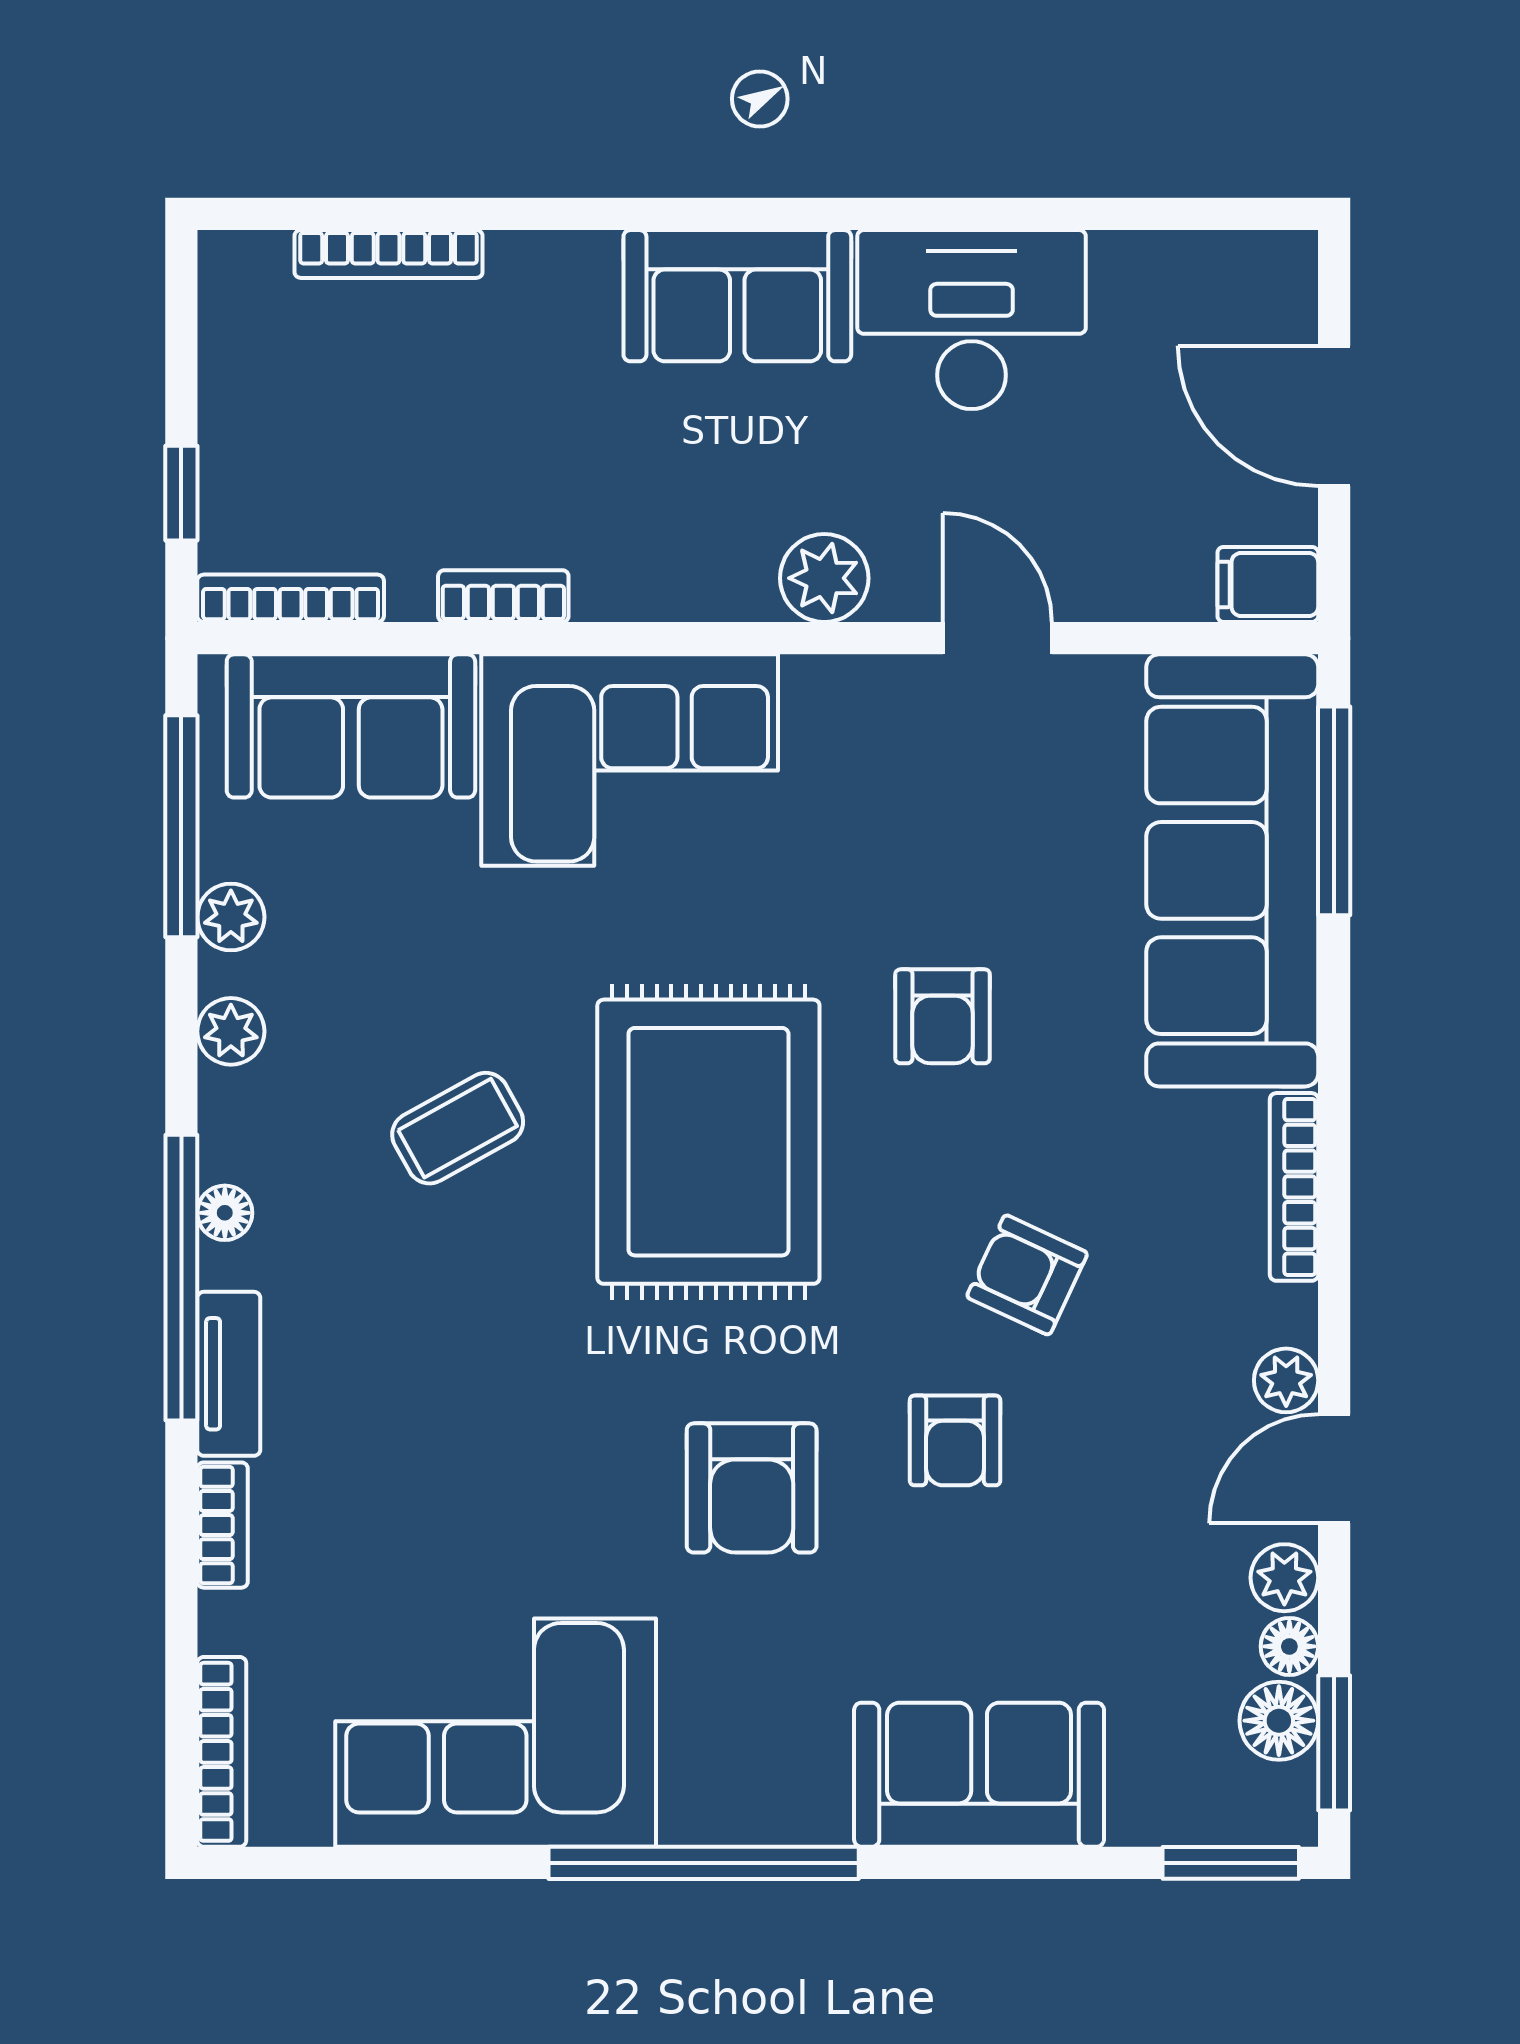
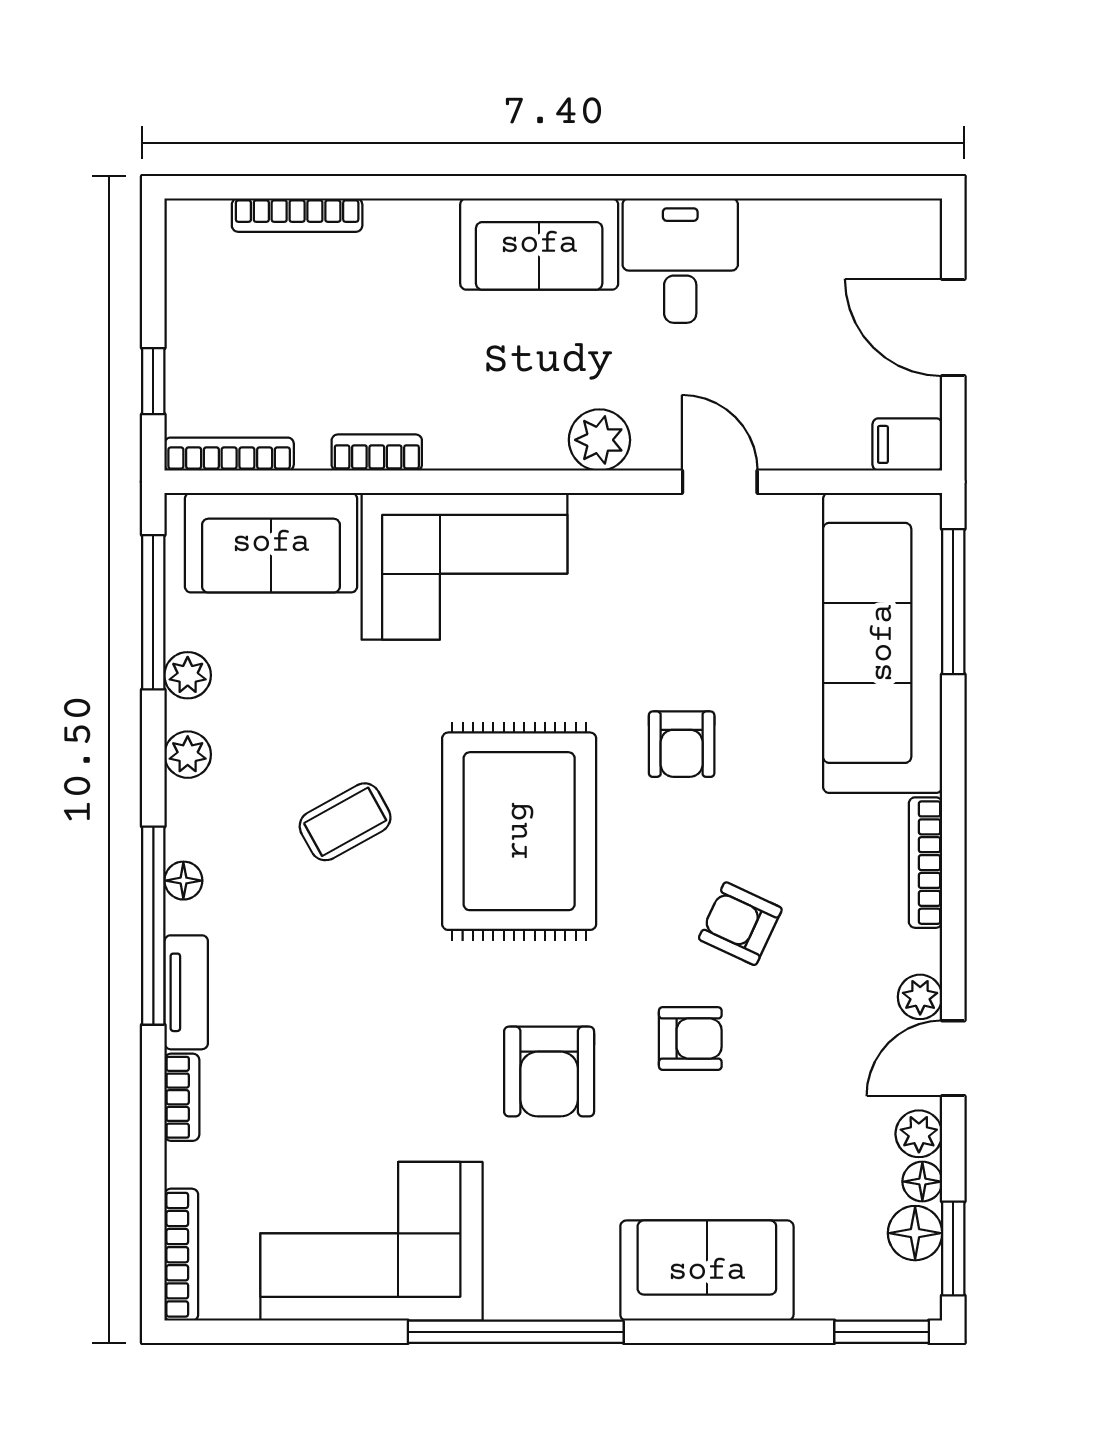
desk: (972, 320) -> (680, 261), width x0.73
armchair: (955, 1440) -> (690, 1039), turned -90

